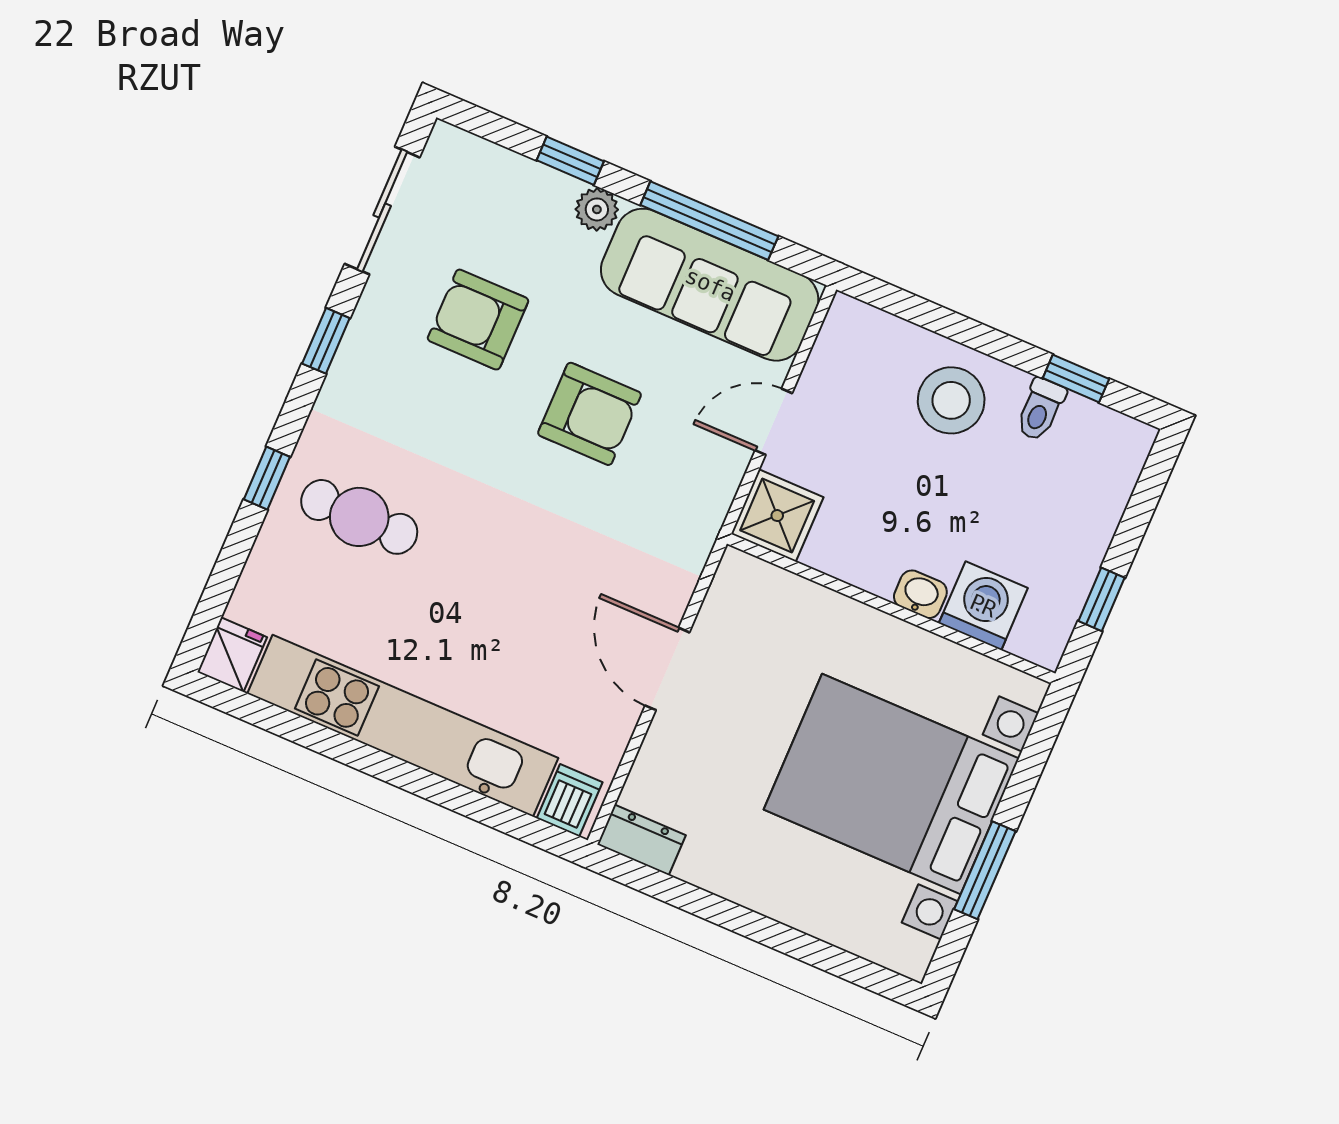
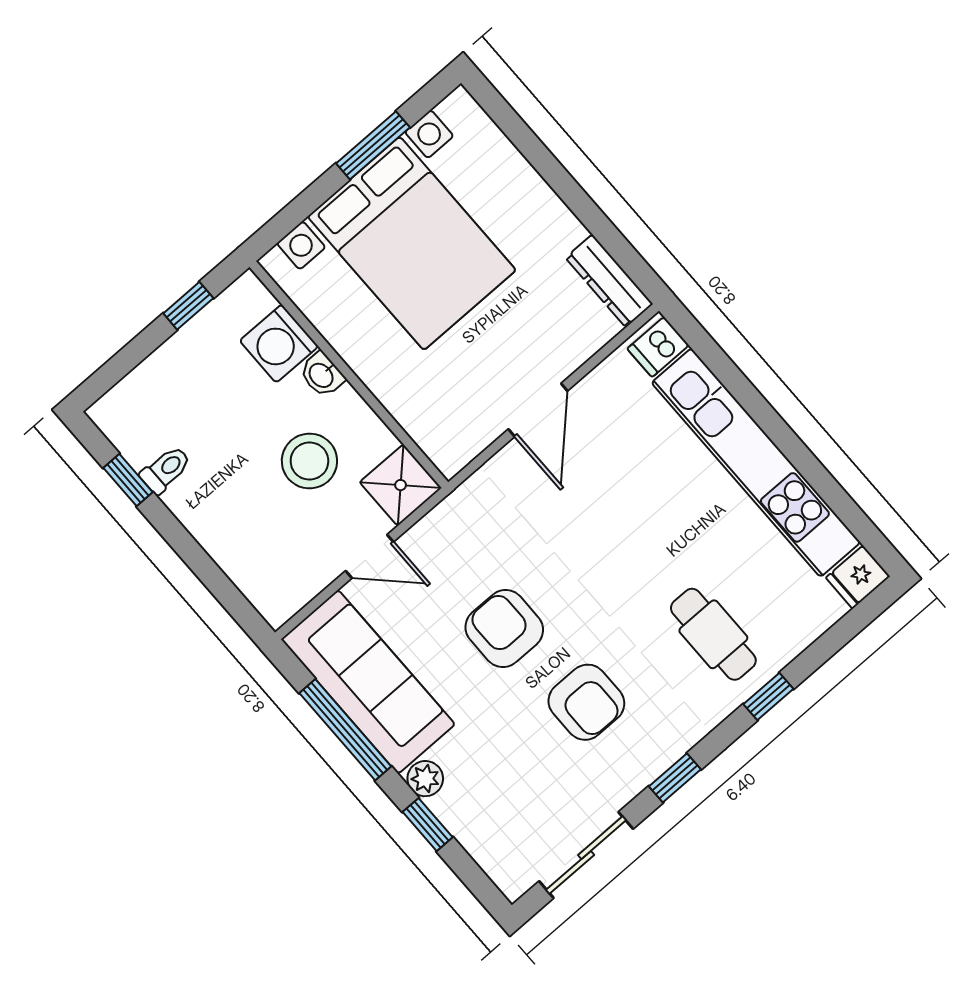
armchair: (478, 320) -> (586, 702), moved
stool: (951, 400) -> (309, 461), moved
dresser: (642, 840) -> (609, 281), width x1.44

